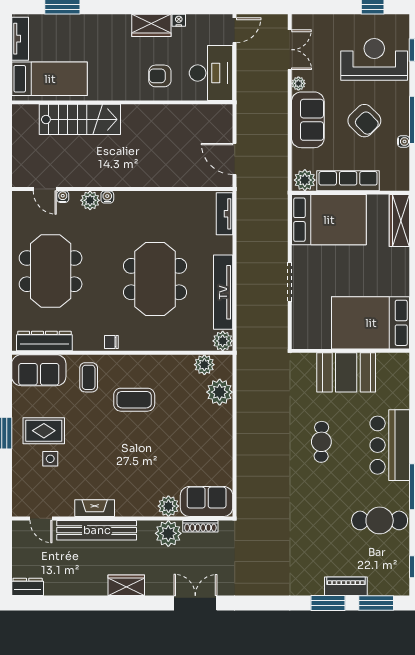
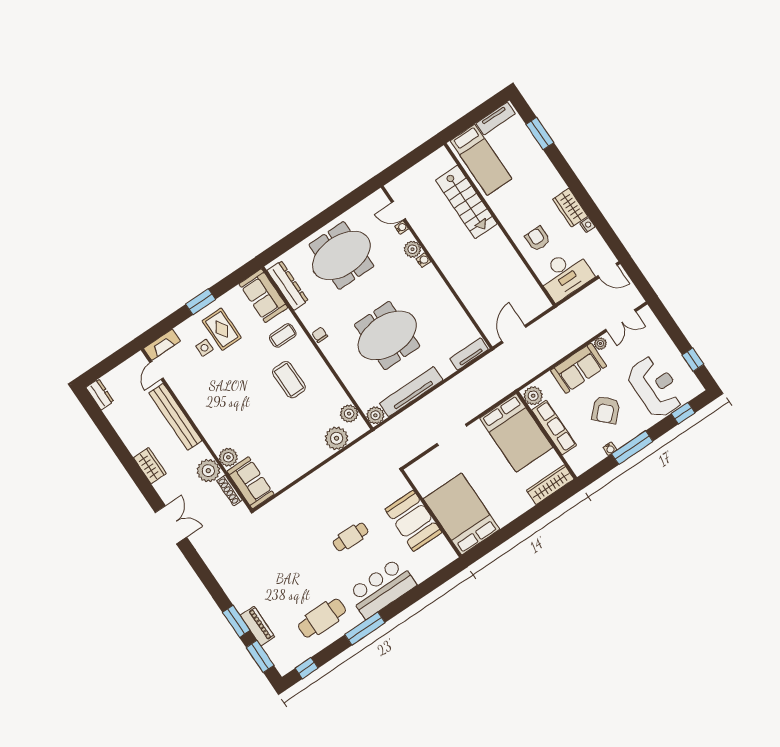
door: (45, 189) -> (398, 211), hinge flipped
fireplace: (95, 508) -> (162, 345), moved, turned 90
cafe table: (380, 520) -> (322, 618), turned 90

